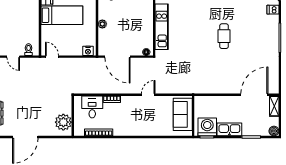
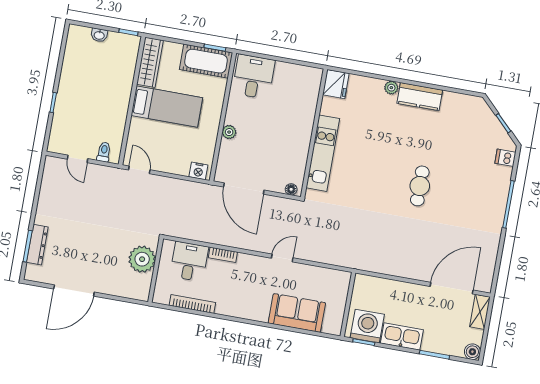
sofa: (183, 114) -> (297, 313), moved, turned 90
plant: (63, 122) -> (142, 259), moved

